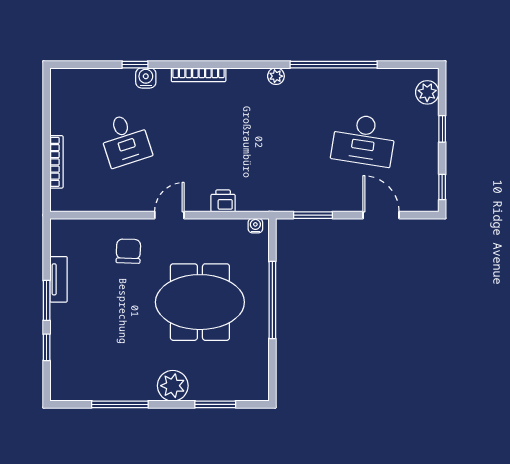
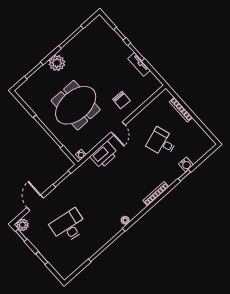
water cooler: (146, 78) -> (186, 164), moved
plant: (427, 92) -> (22, 225), moved
printer: (223, 201) -> (104, 155), width x1.87, depth x1.48
door: (381, 215) -> (35, 203), swing flipped

